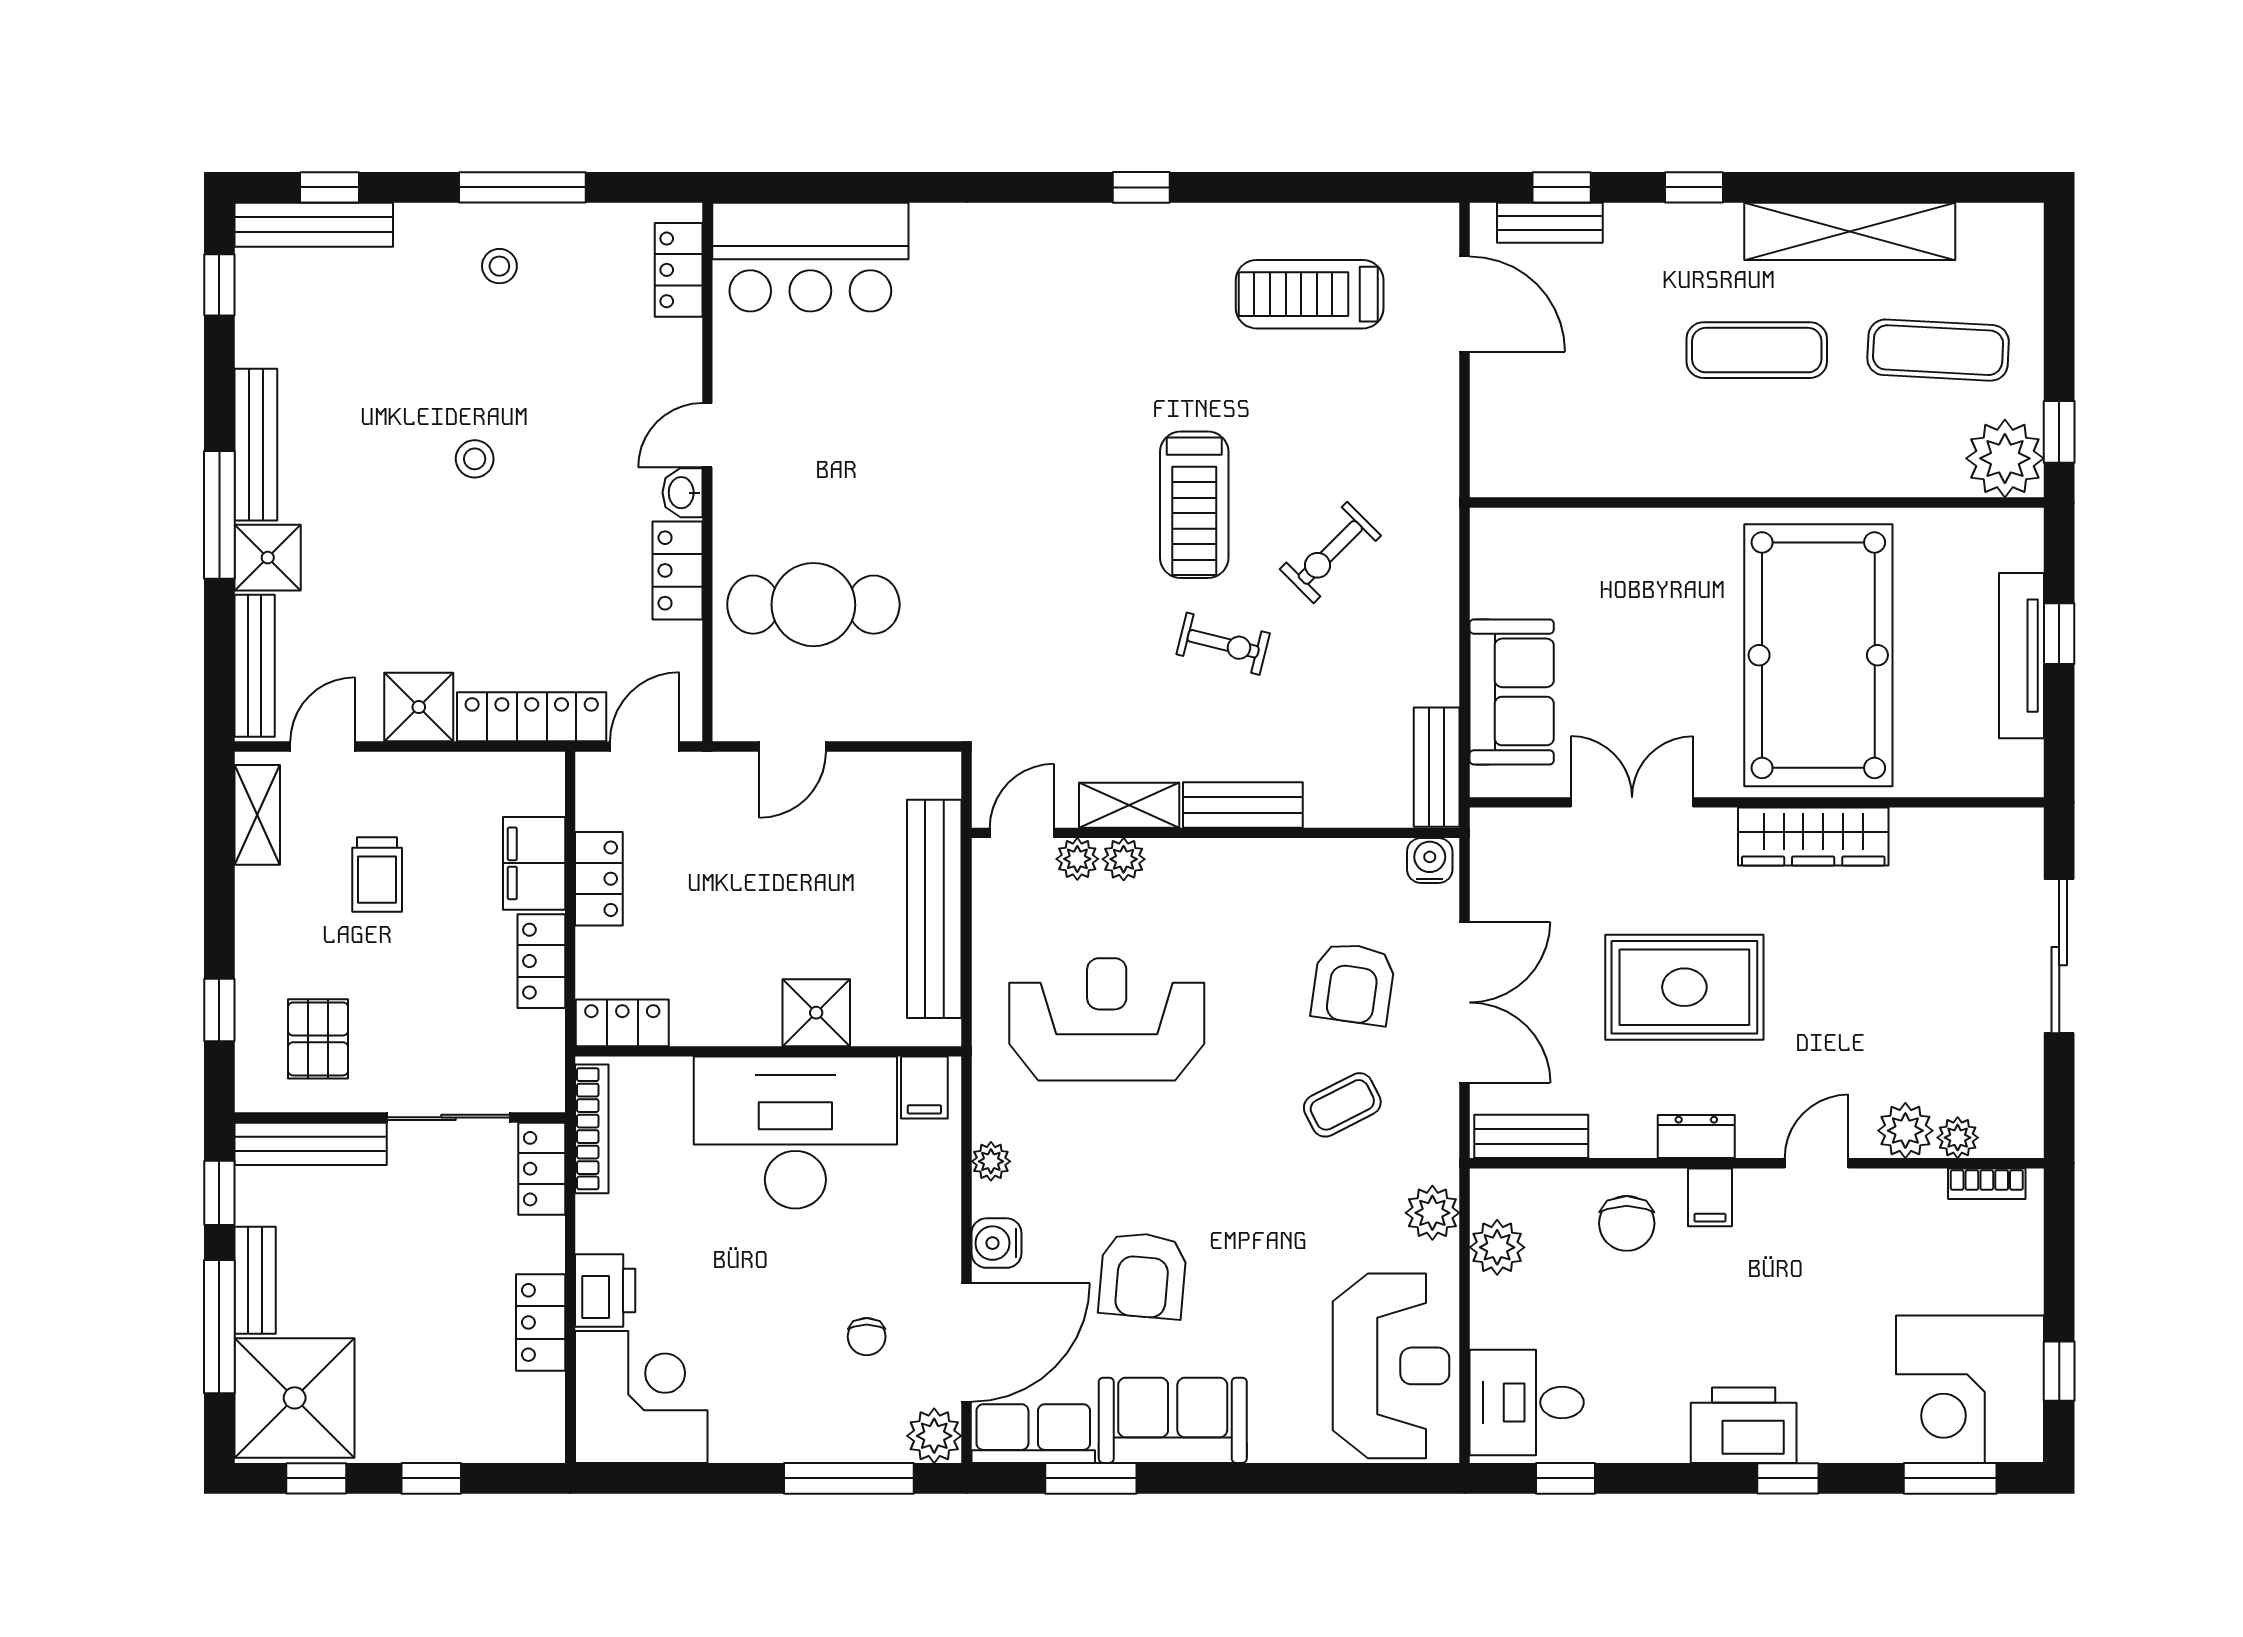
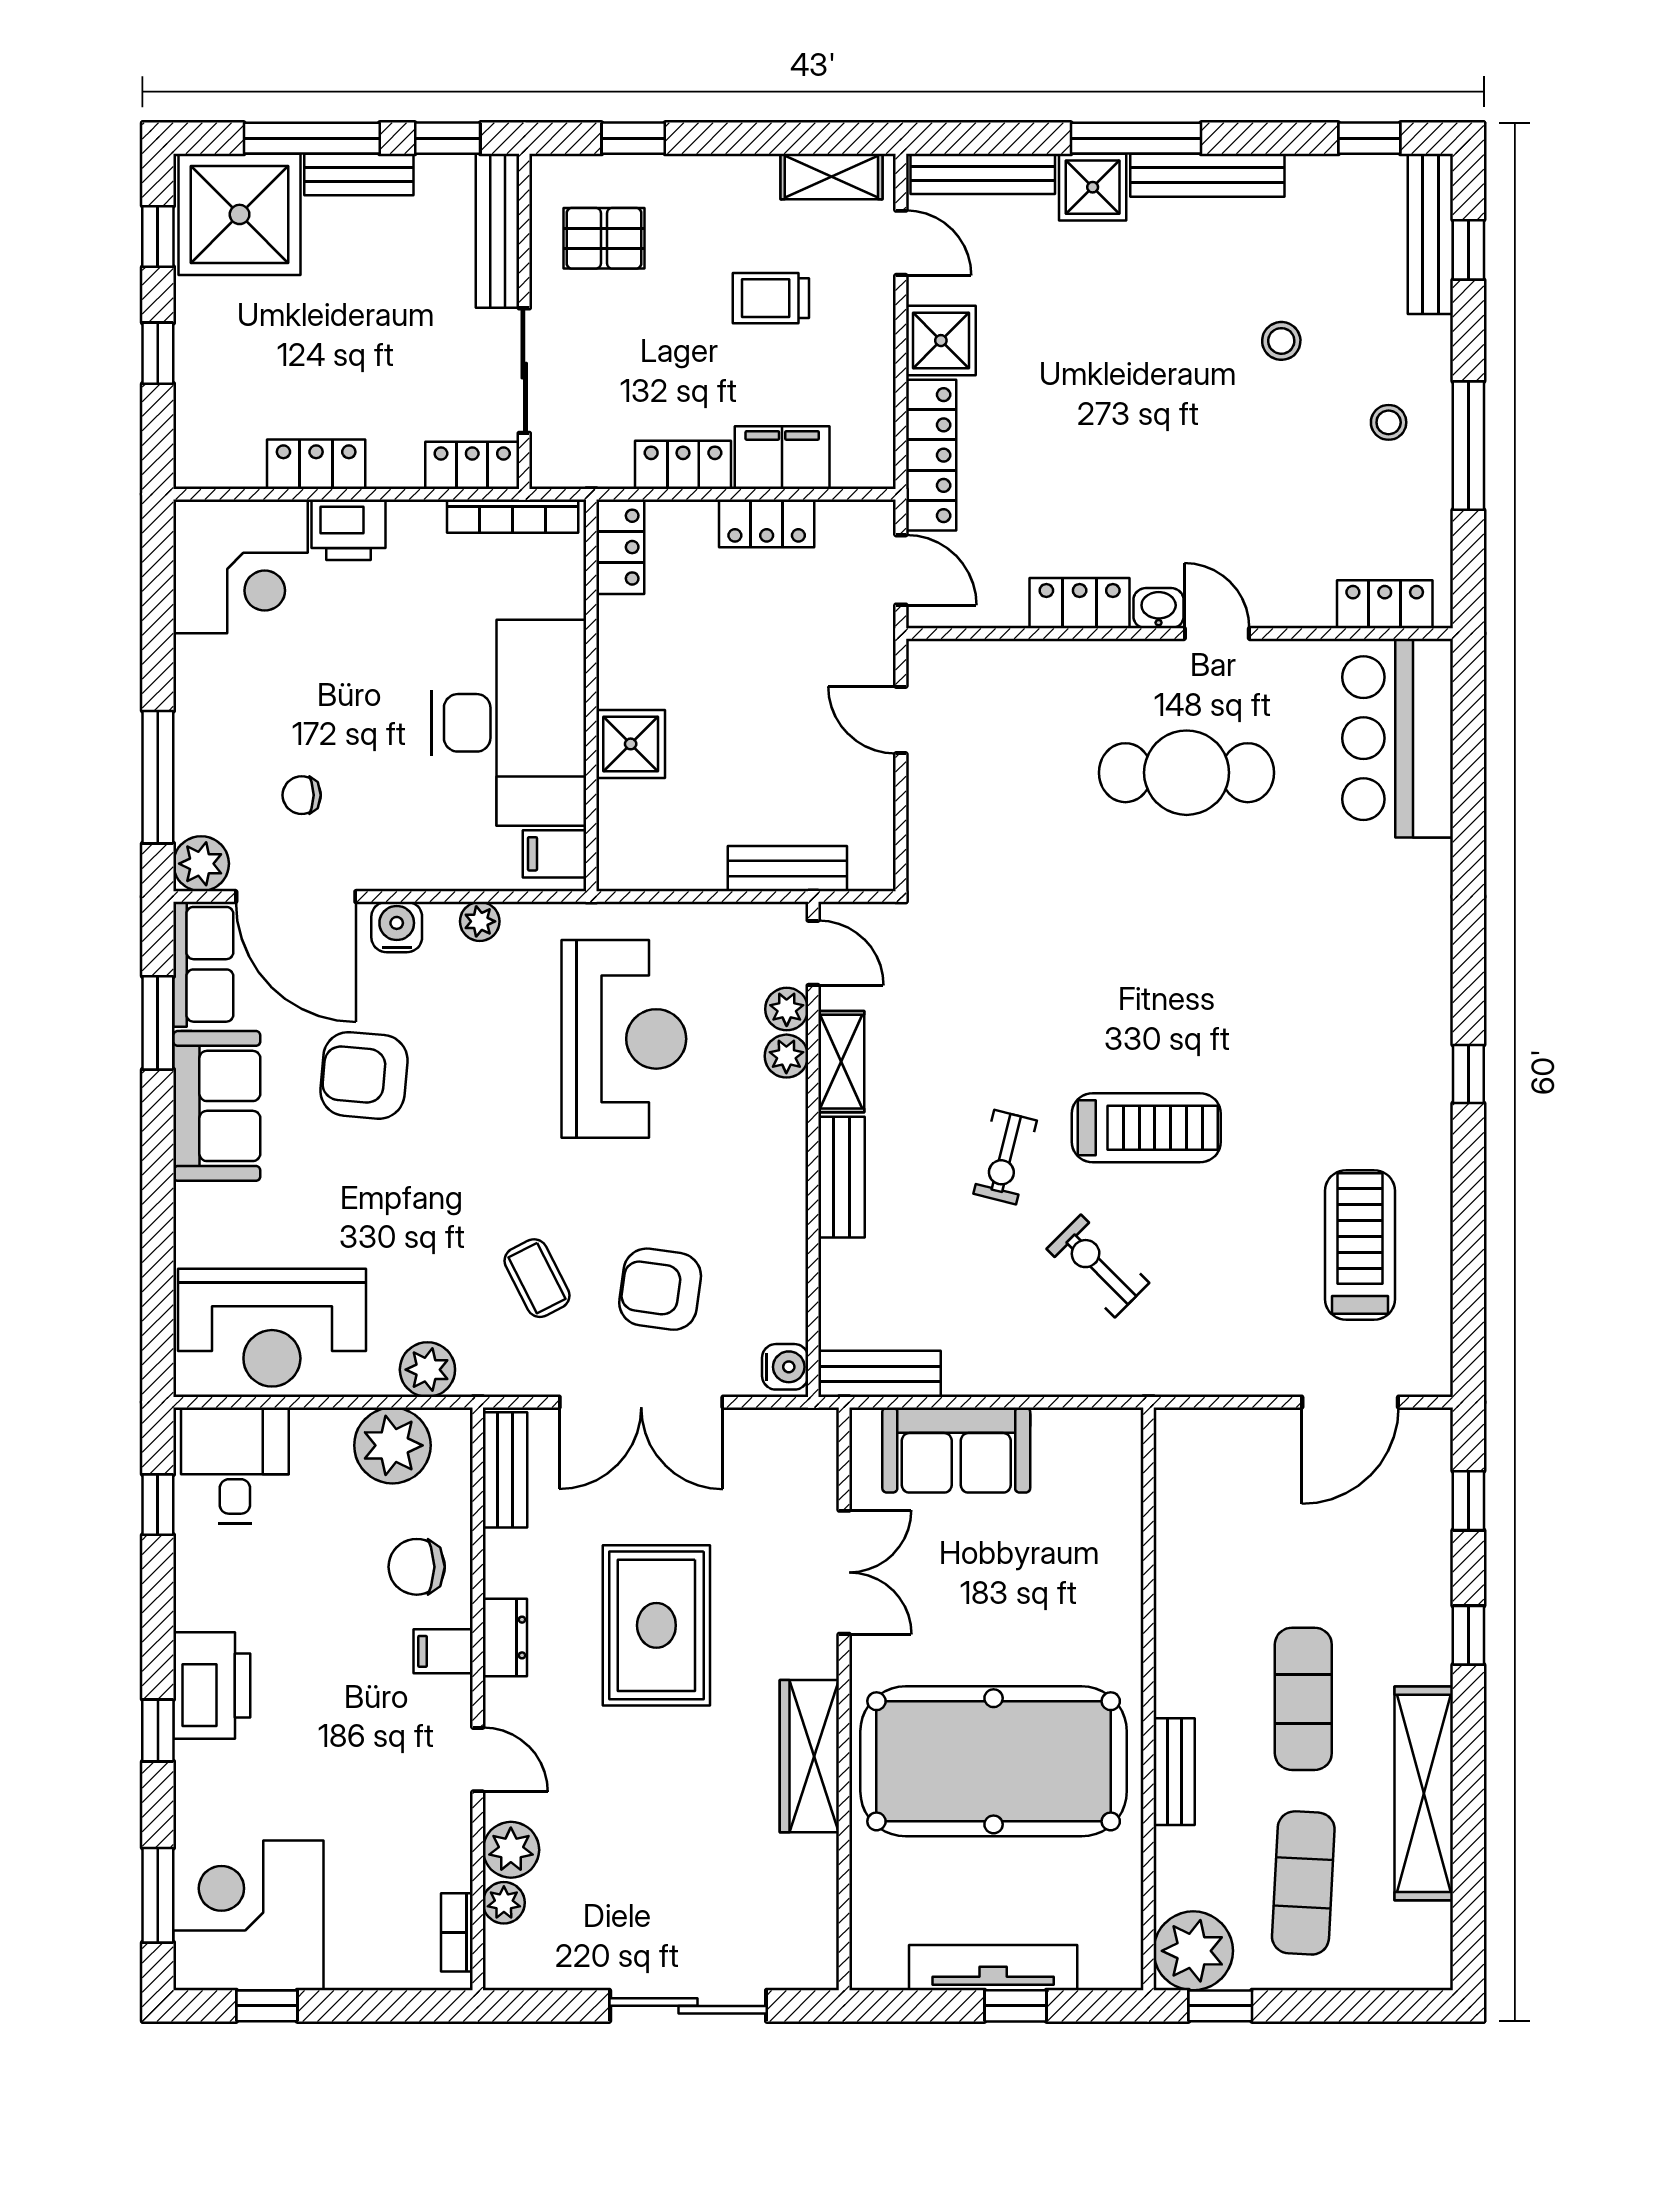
bench: (1550, 223) -> (1174, 1772), moved
stool: (475, 459) -> (1281, 341), moved
treadmill: (1194, 505) -> (1146, 1128), turned 180
cafe table: (813, 605) -> (1187, 773), moved, turned 90
bench: (934, 909) -> (787, 869), width x0.54, depth x0.82
plant: (1497, 1247) -> (392, 1445), width x1.36, depth x1.36

